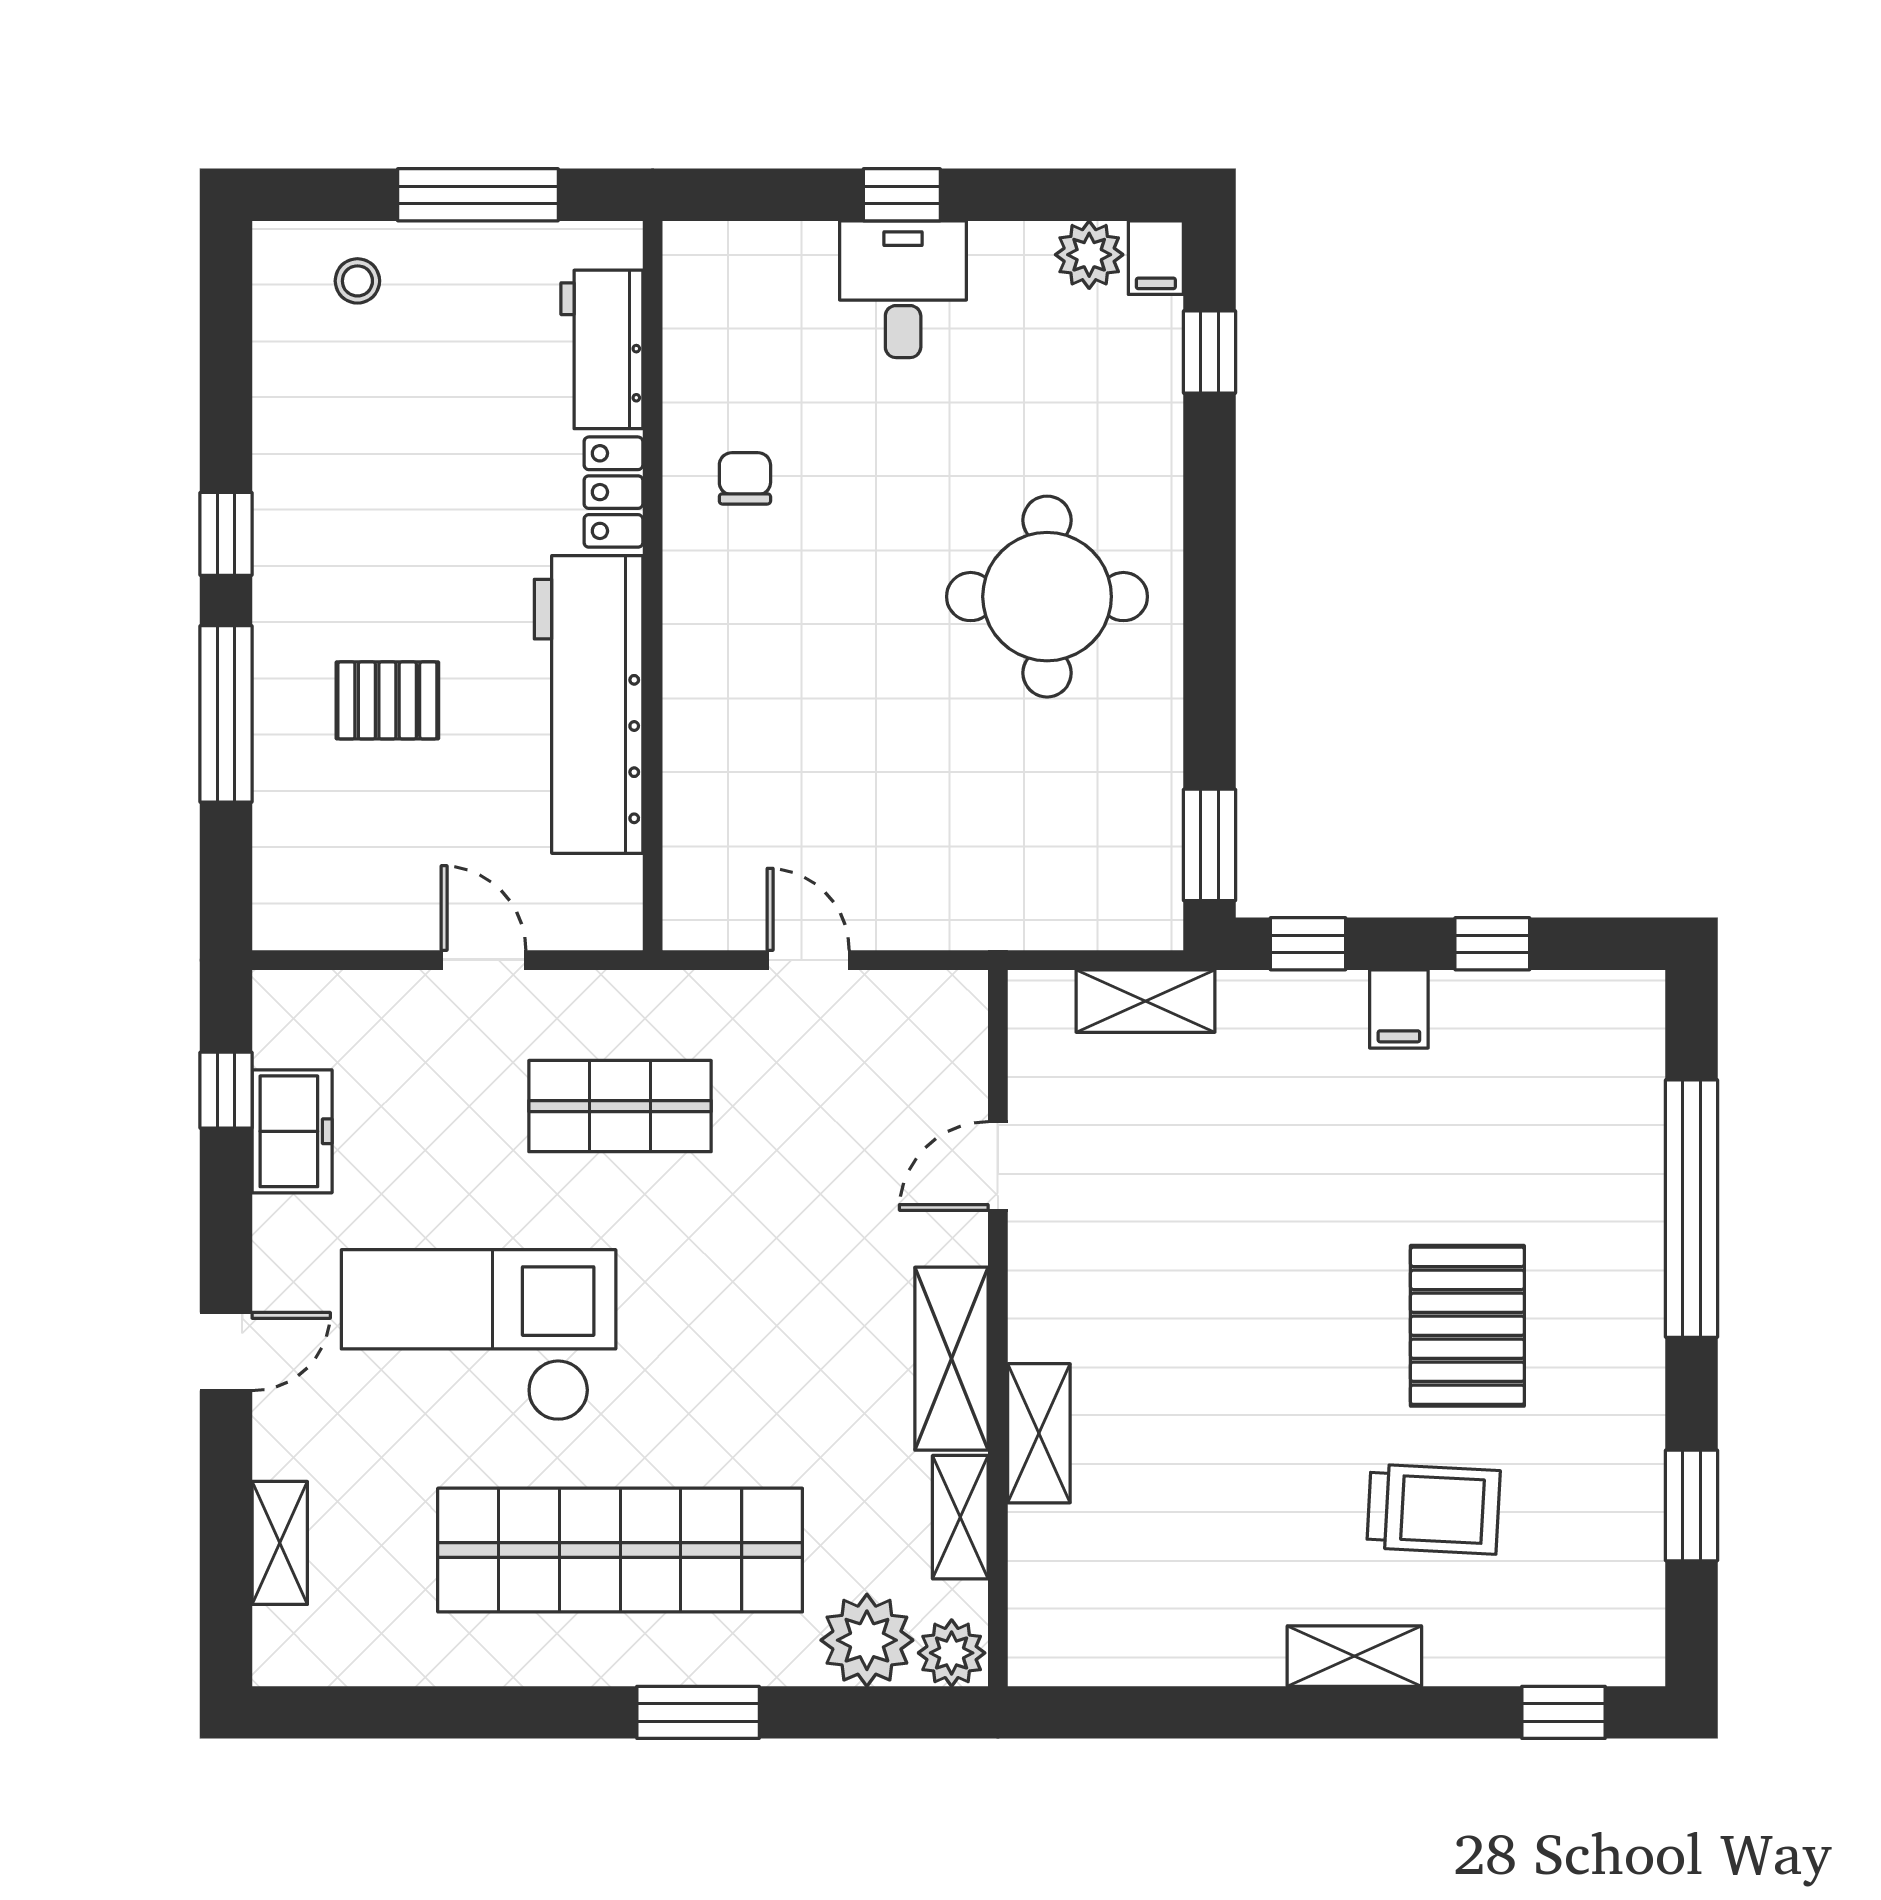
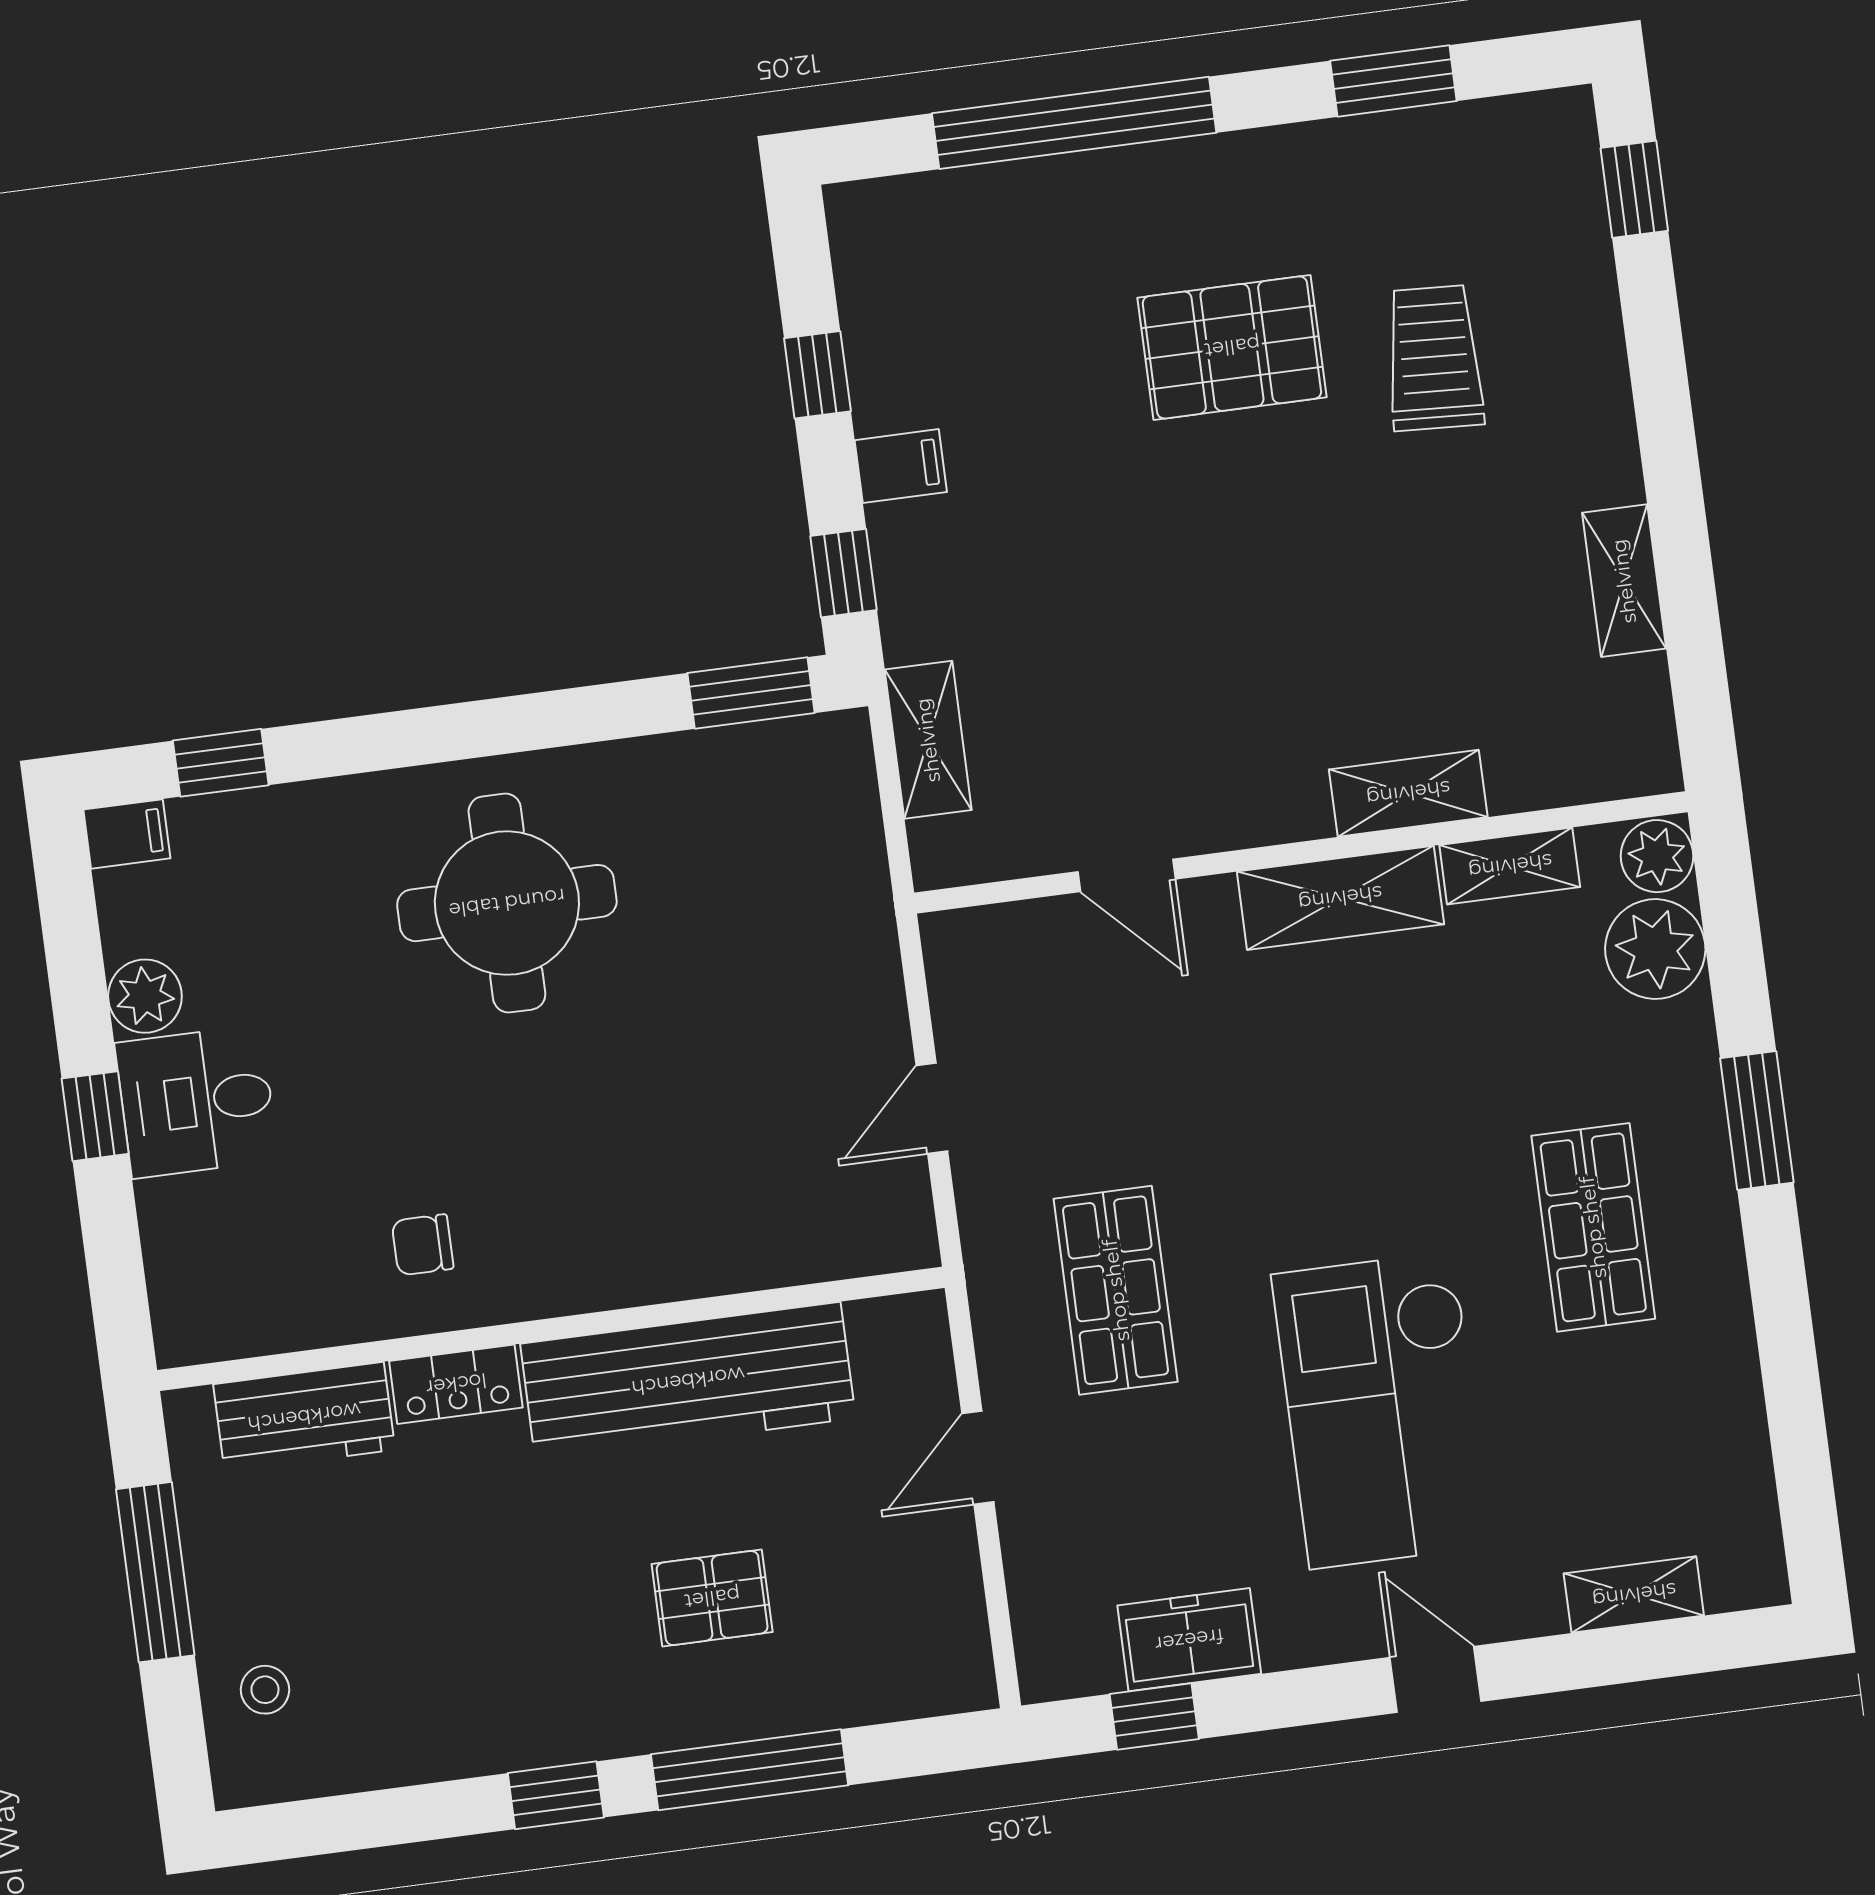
plant: (1089, 255) -> (145, 996), moved
pallet: (387, 700) -> (712, 1598), turned 90
shop shelf: (620, 1550) -> (1593, 1227), width x0.50, depth x0.74
shelving: (1354, 1656) -> (1624, 581), moved

